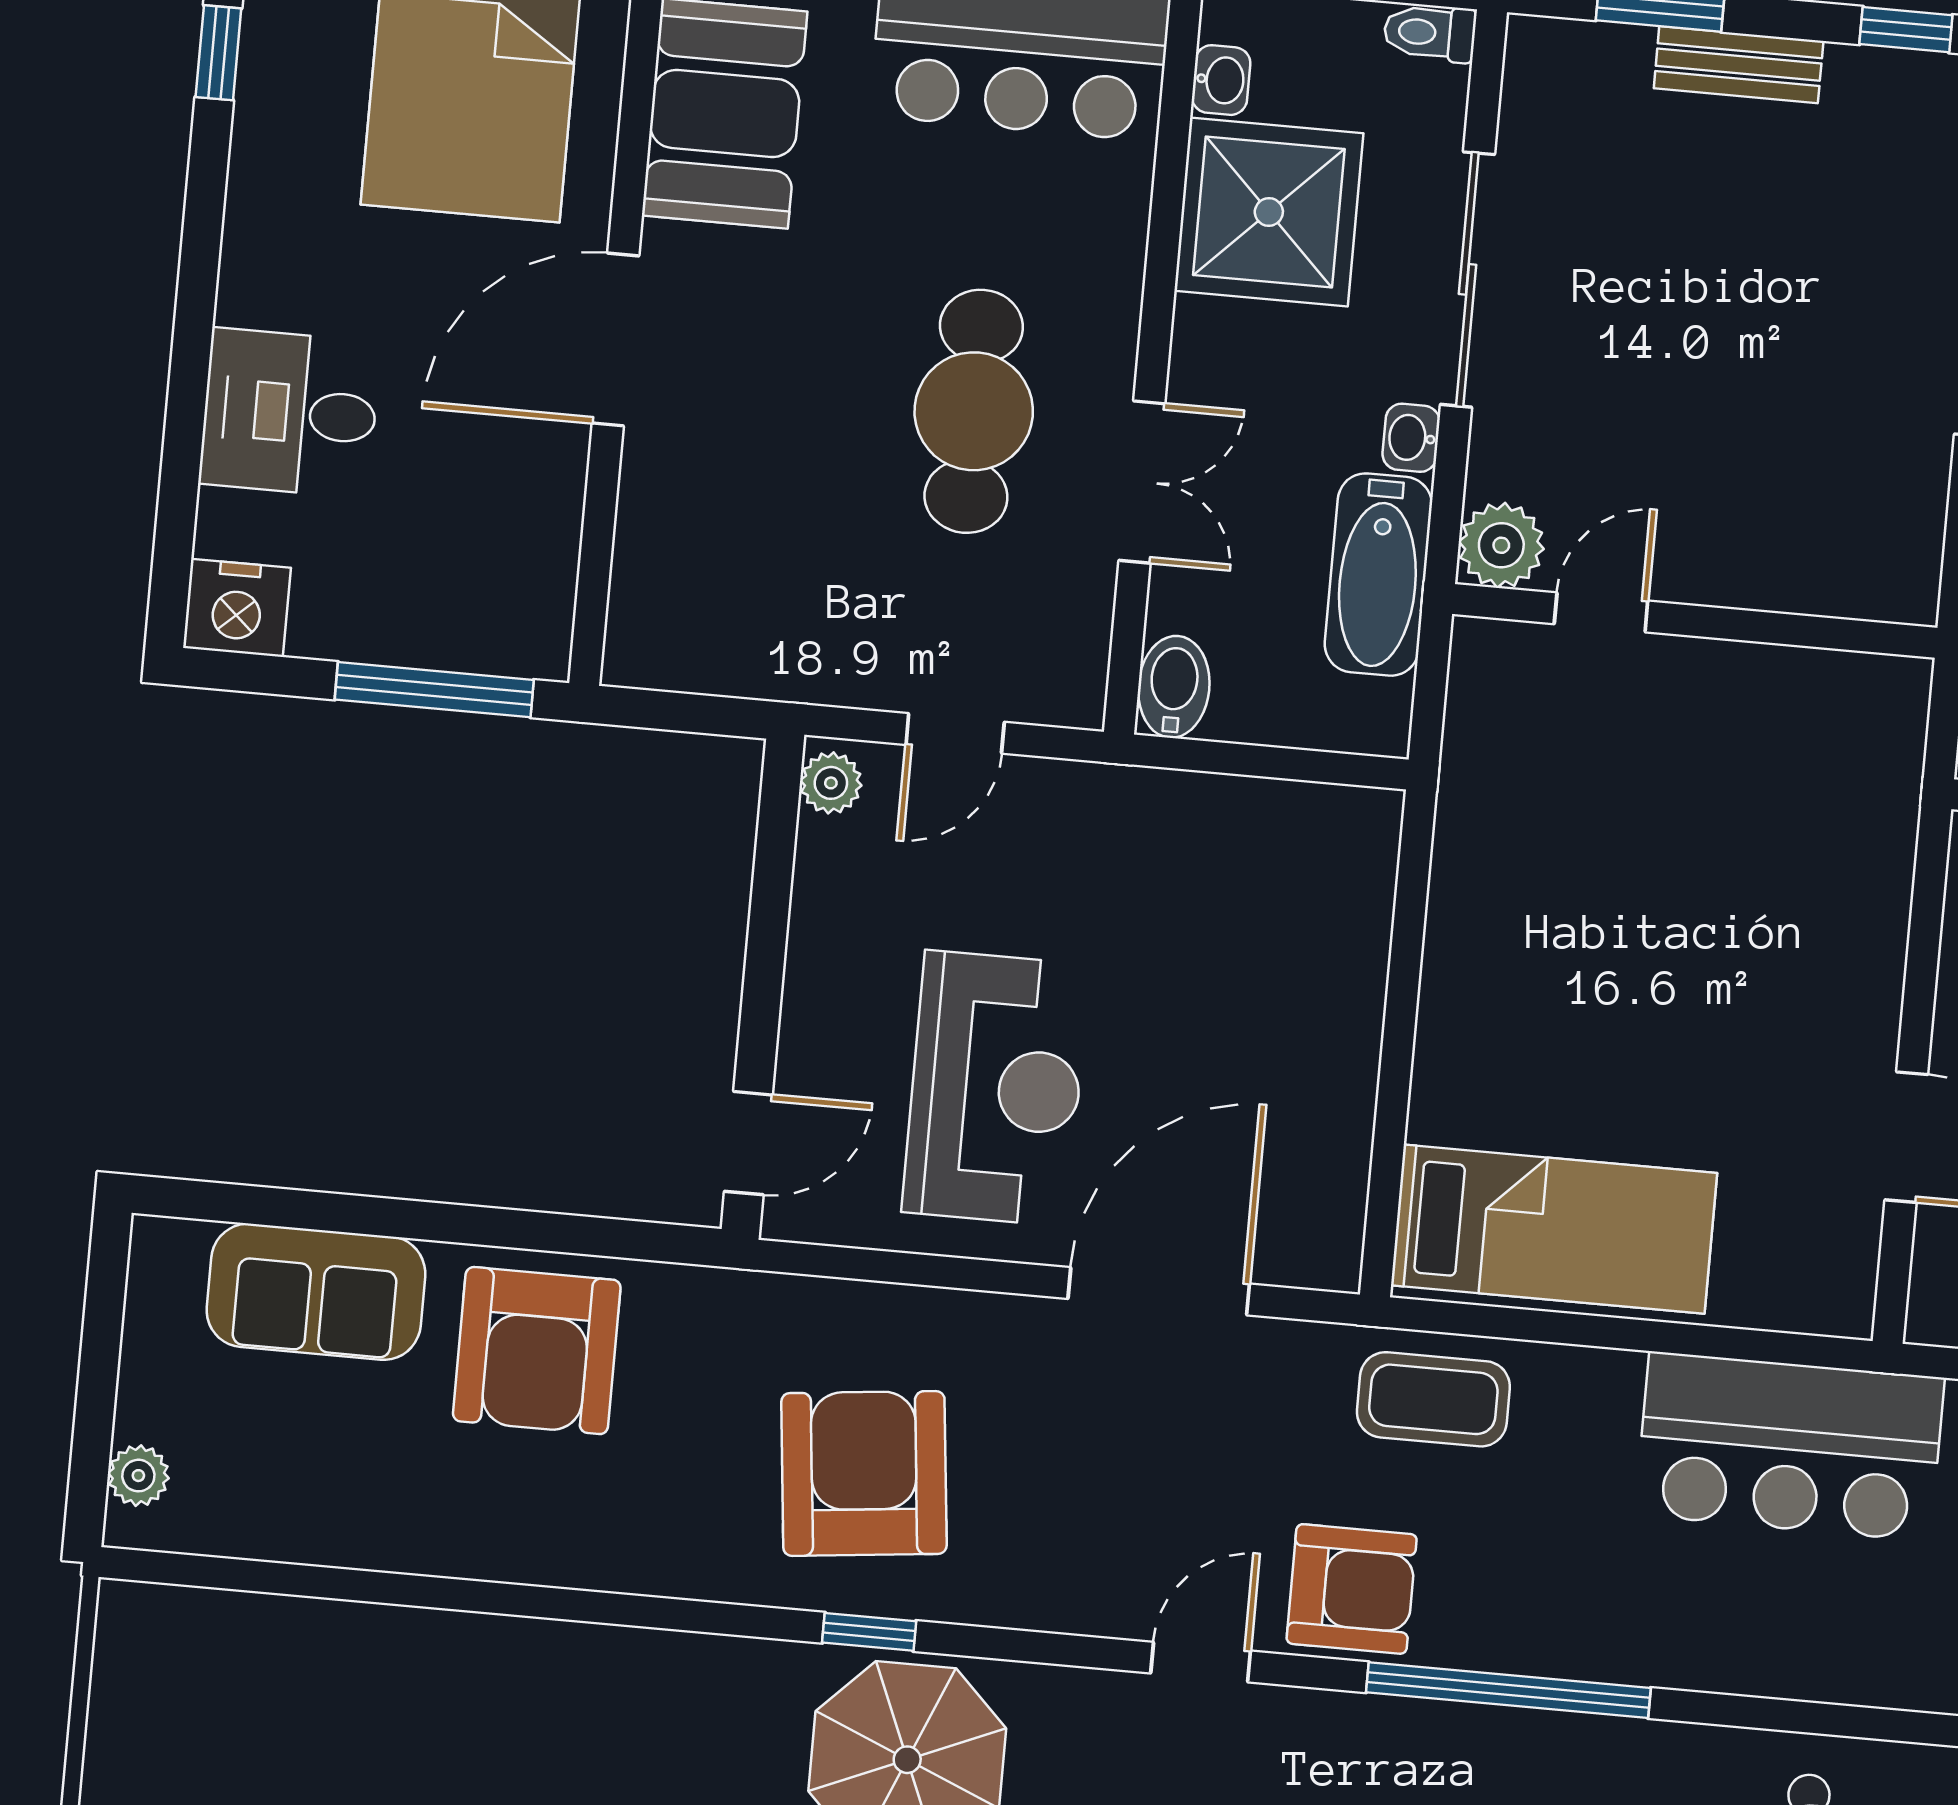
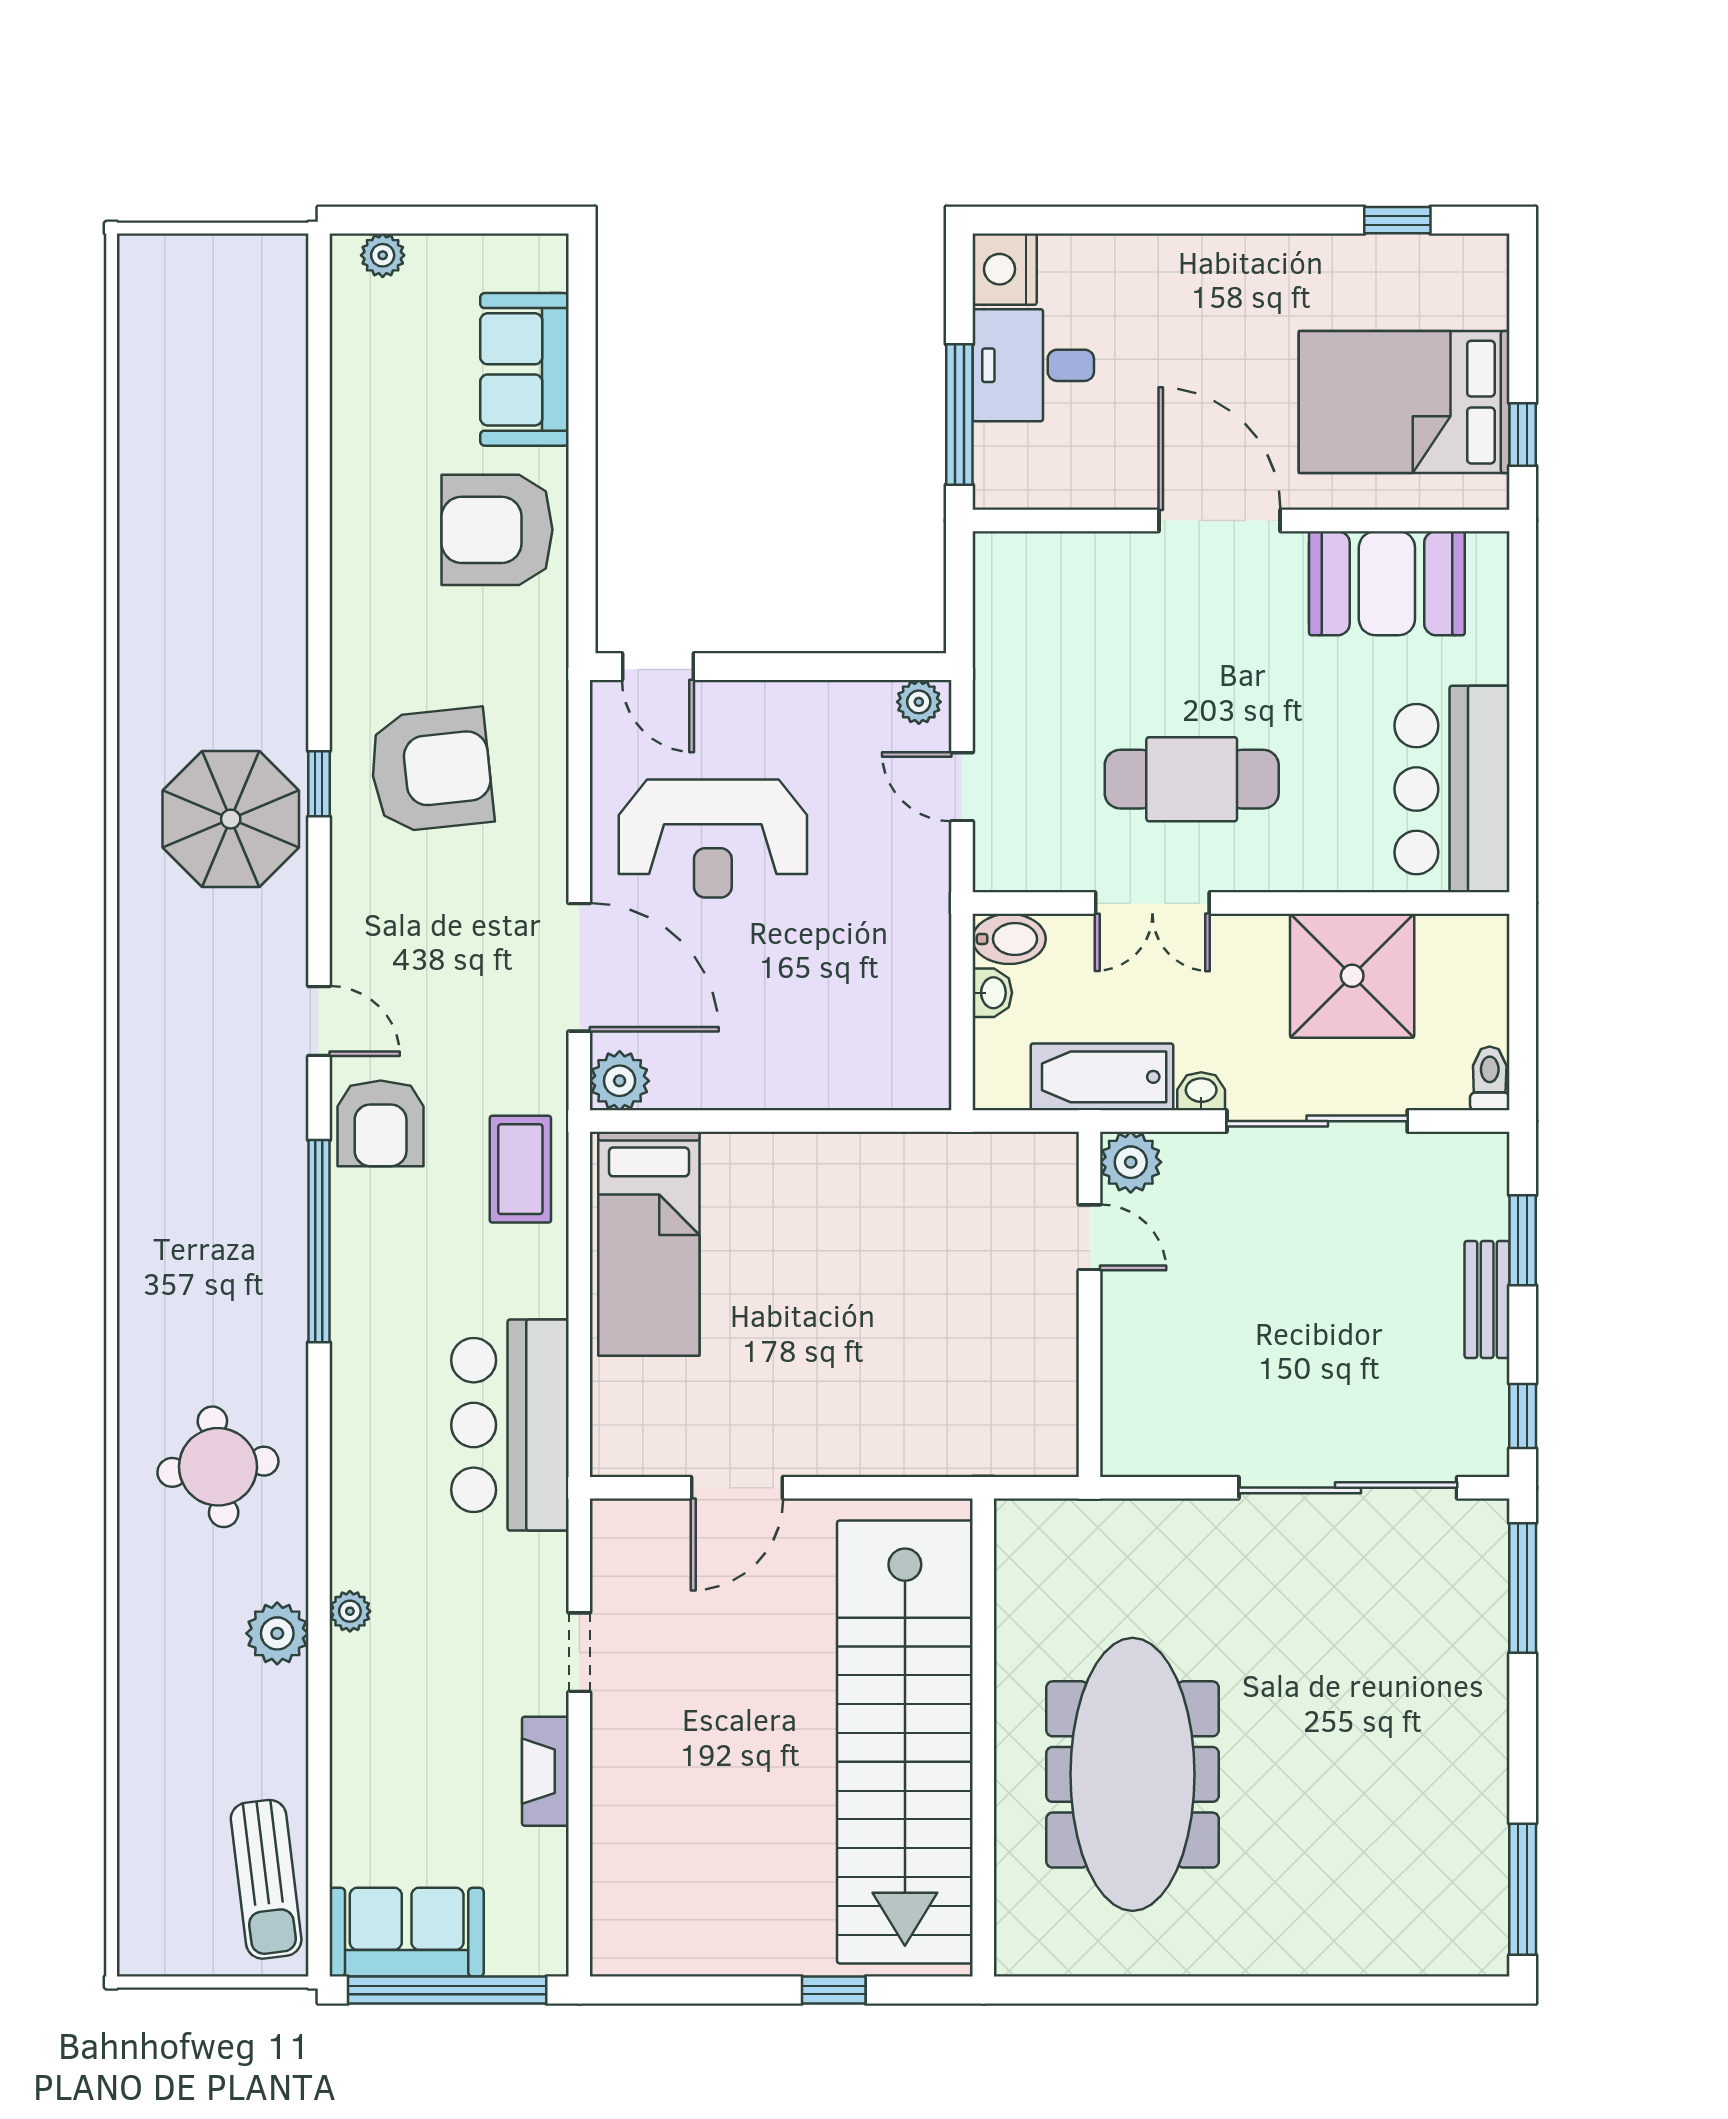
washbasin: (1221, 80) -> (992, 993), moved, turned -90
desk: (290, 413) -> (1033, 365), moved, turned -90
plant: (1322, 1249) -> (620, 1081), added

